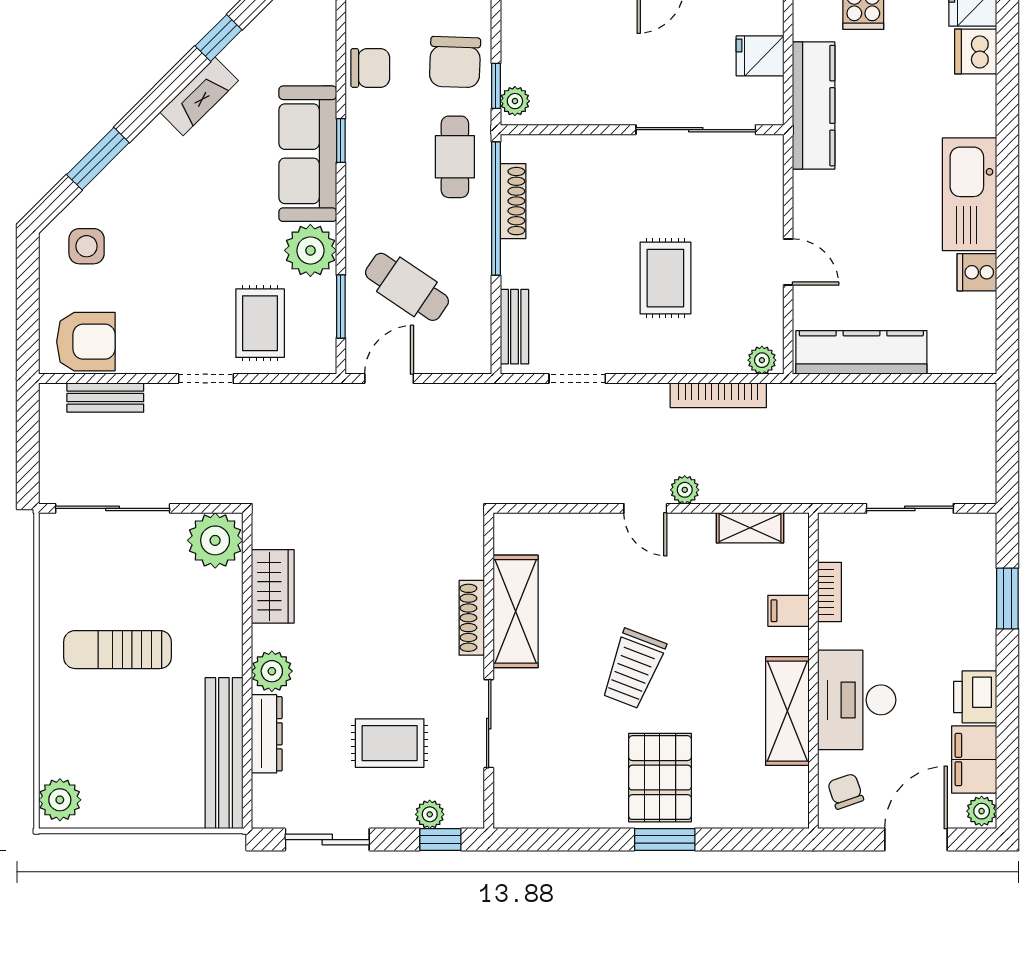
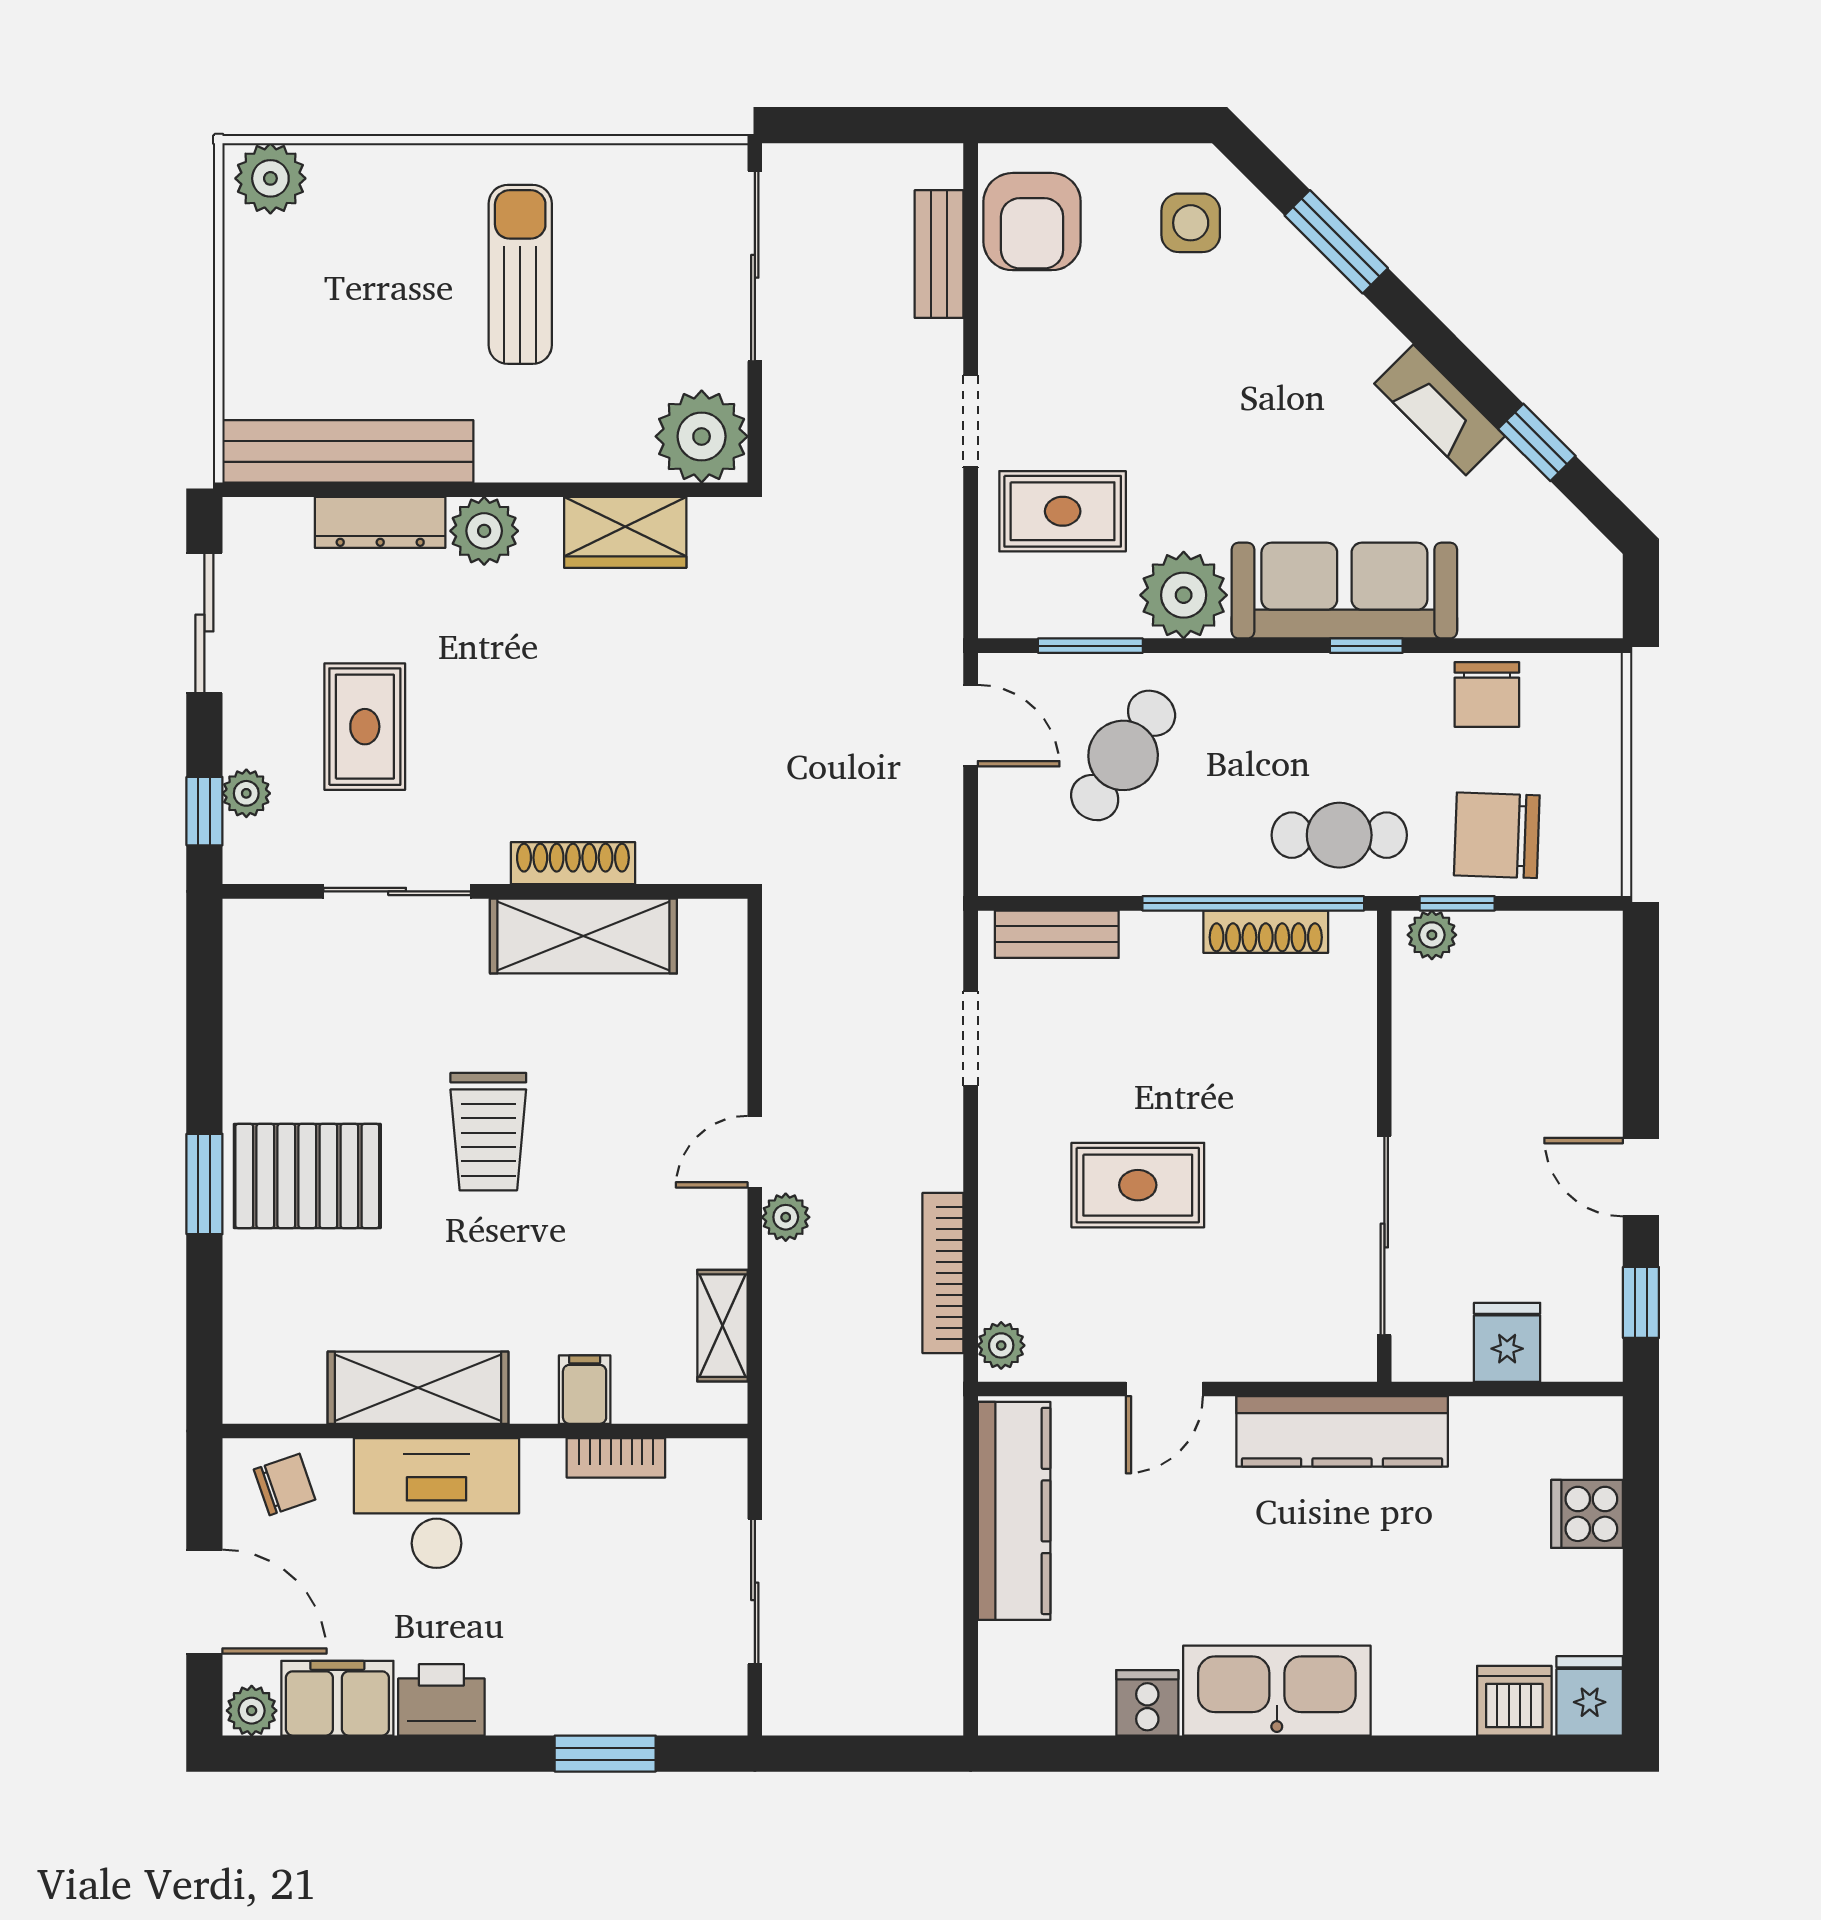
kitchen counter: (814, 106) -> (1342, 1431), moved
trolley: (633, 669) -> (488, 1132), turned -111

